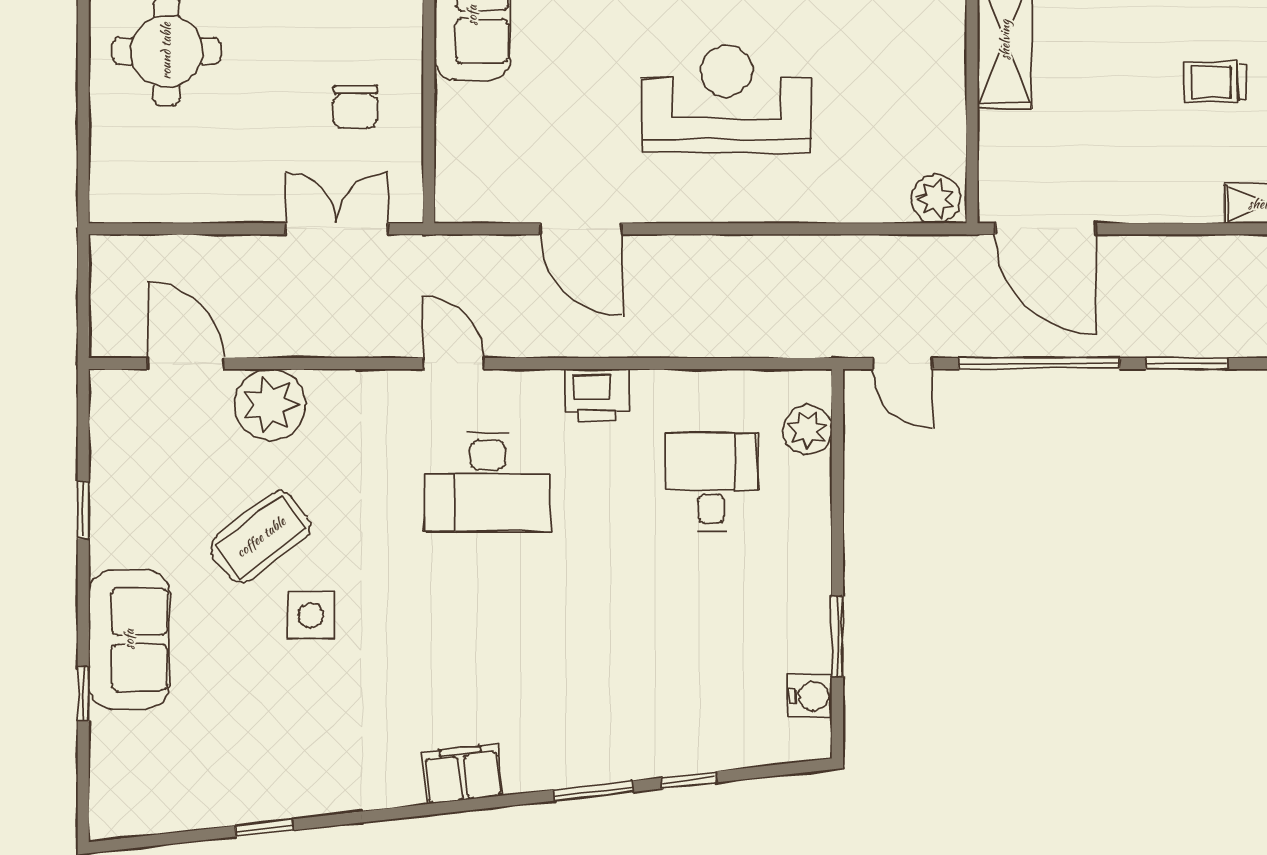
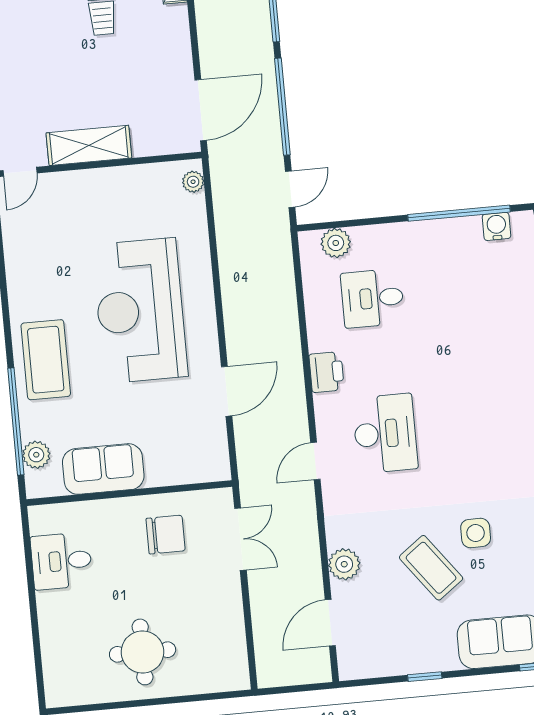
reception desk: (726, 99) -> (140, 311), width x1.36, depth x1.30
chair: (355, 107) -> (166, 535), width x1.37, depth x1.37
plant: (936, 199) -> (193, 182), width x0.73, depth x0.73
double door: (337, 229) -> (240, 539), swing flipped
plant: (270, 405) -> (344, 564), width x0.73, depth x0.73
window: (837, 636) -> (459, 213), width x2.11

